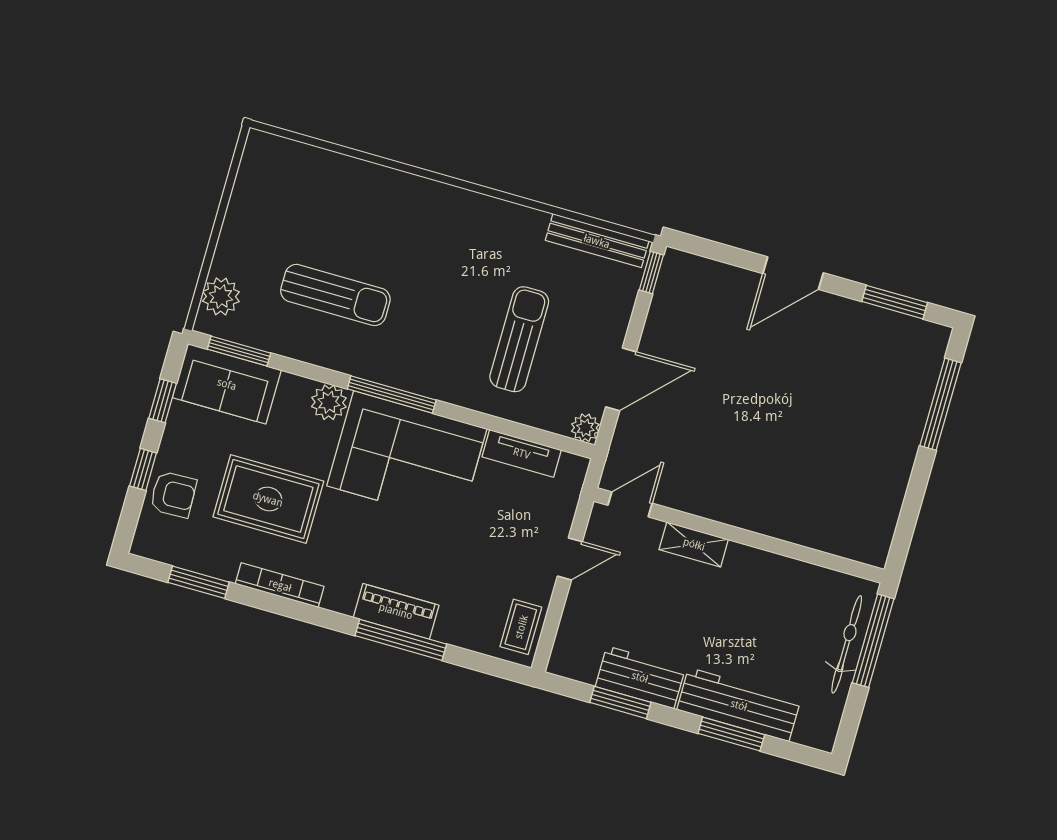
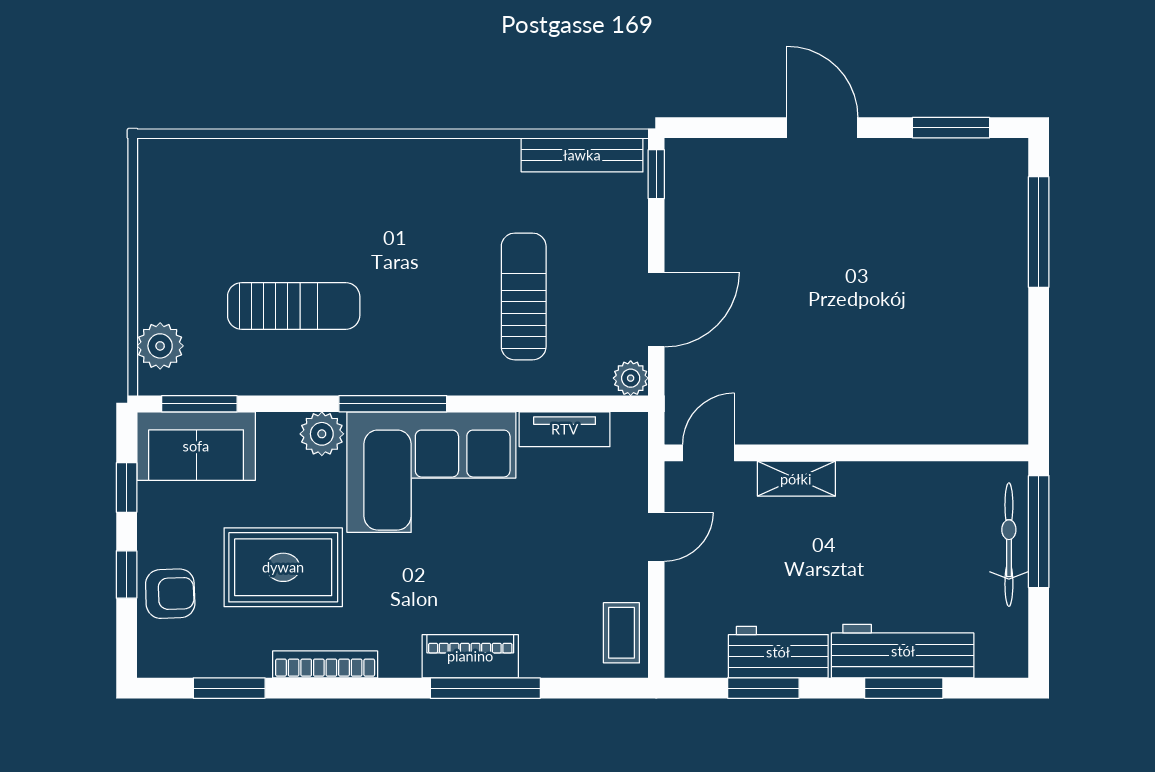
door: (793, 273) -> (822, 128), swing flipped

